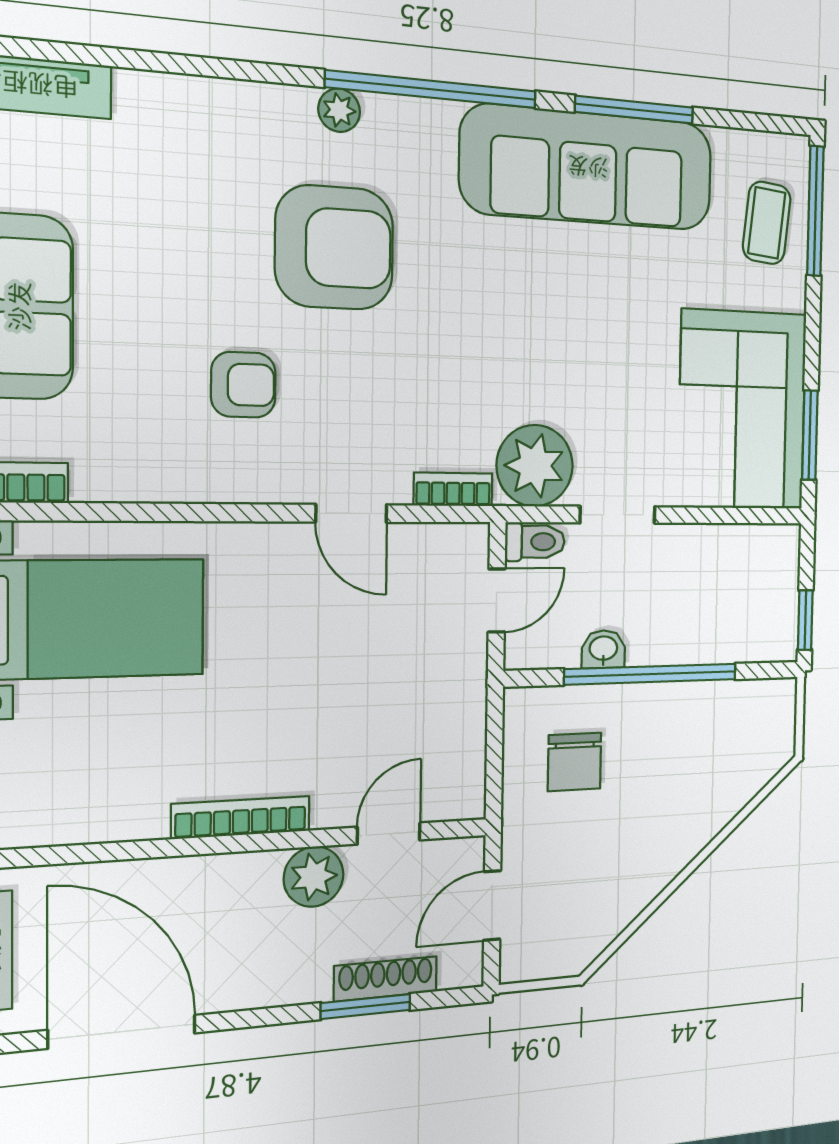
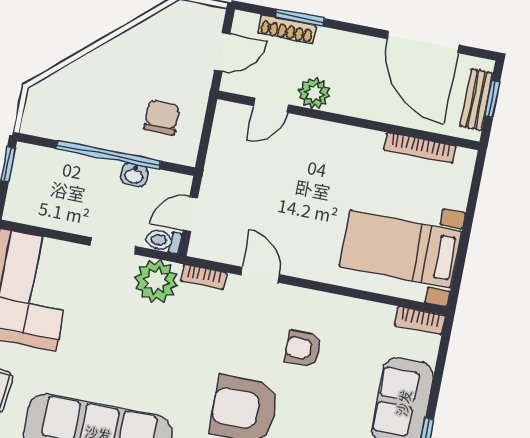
bookcase: (241, 817) -> (420, 148), moved

